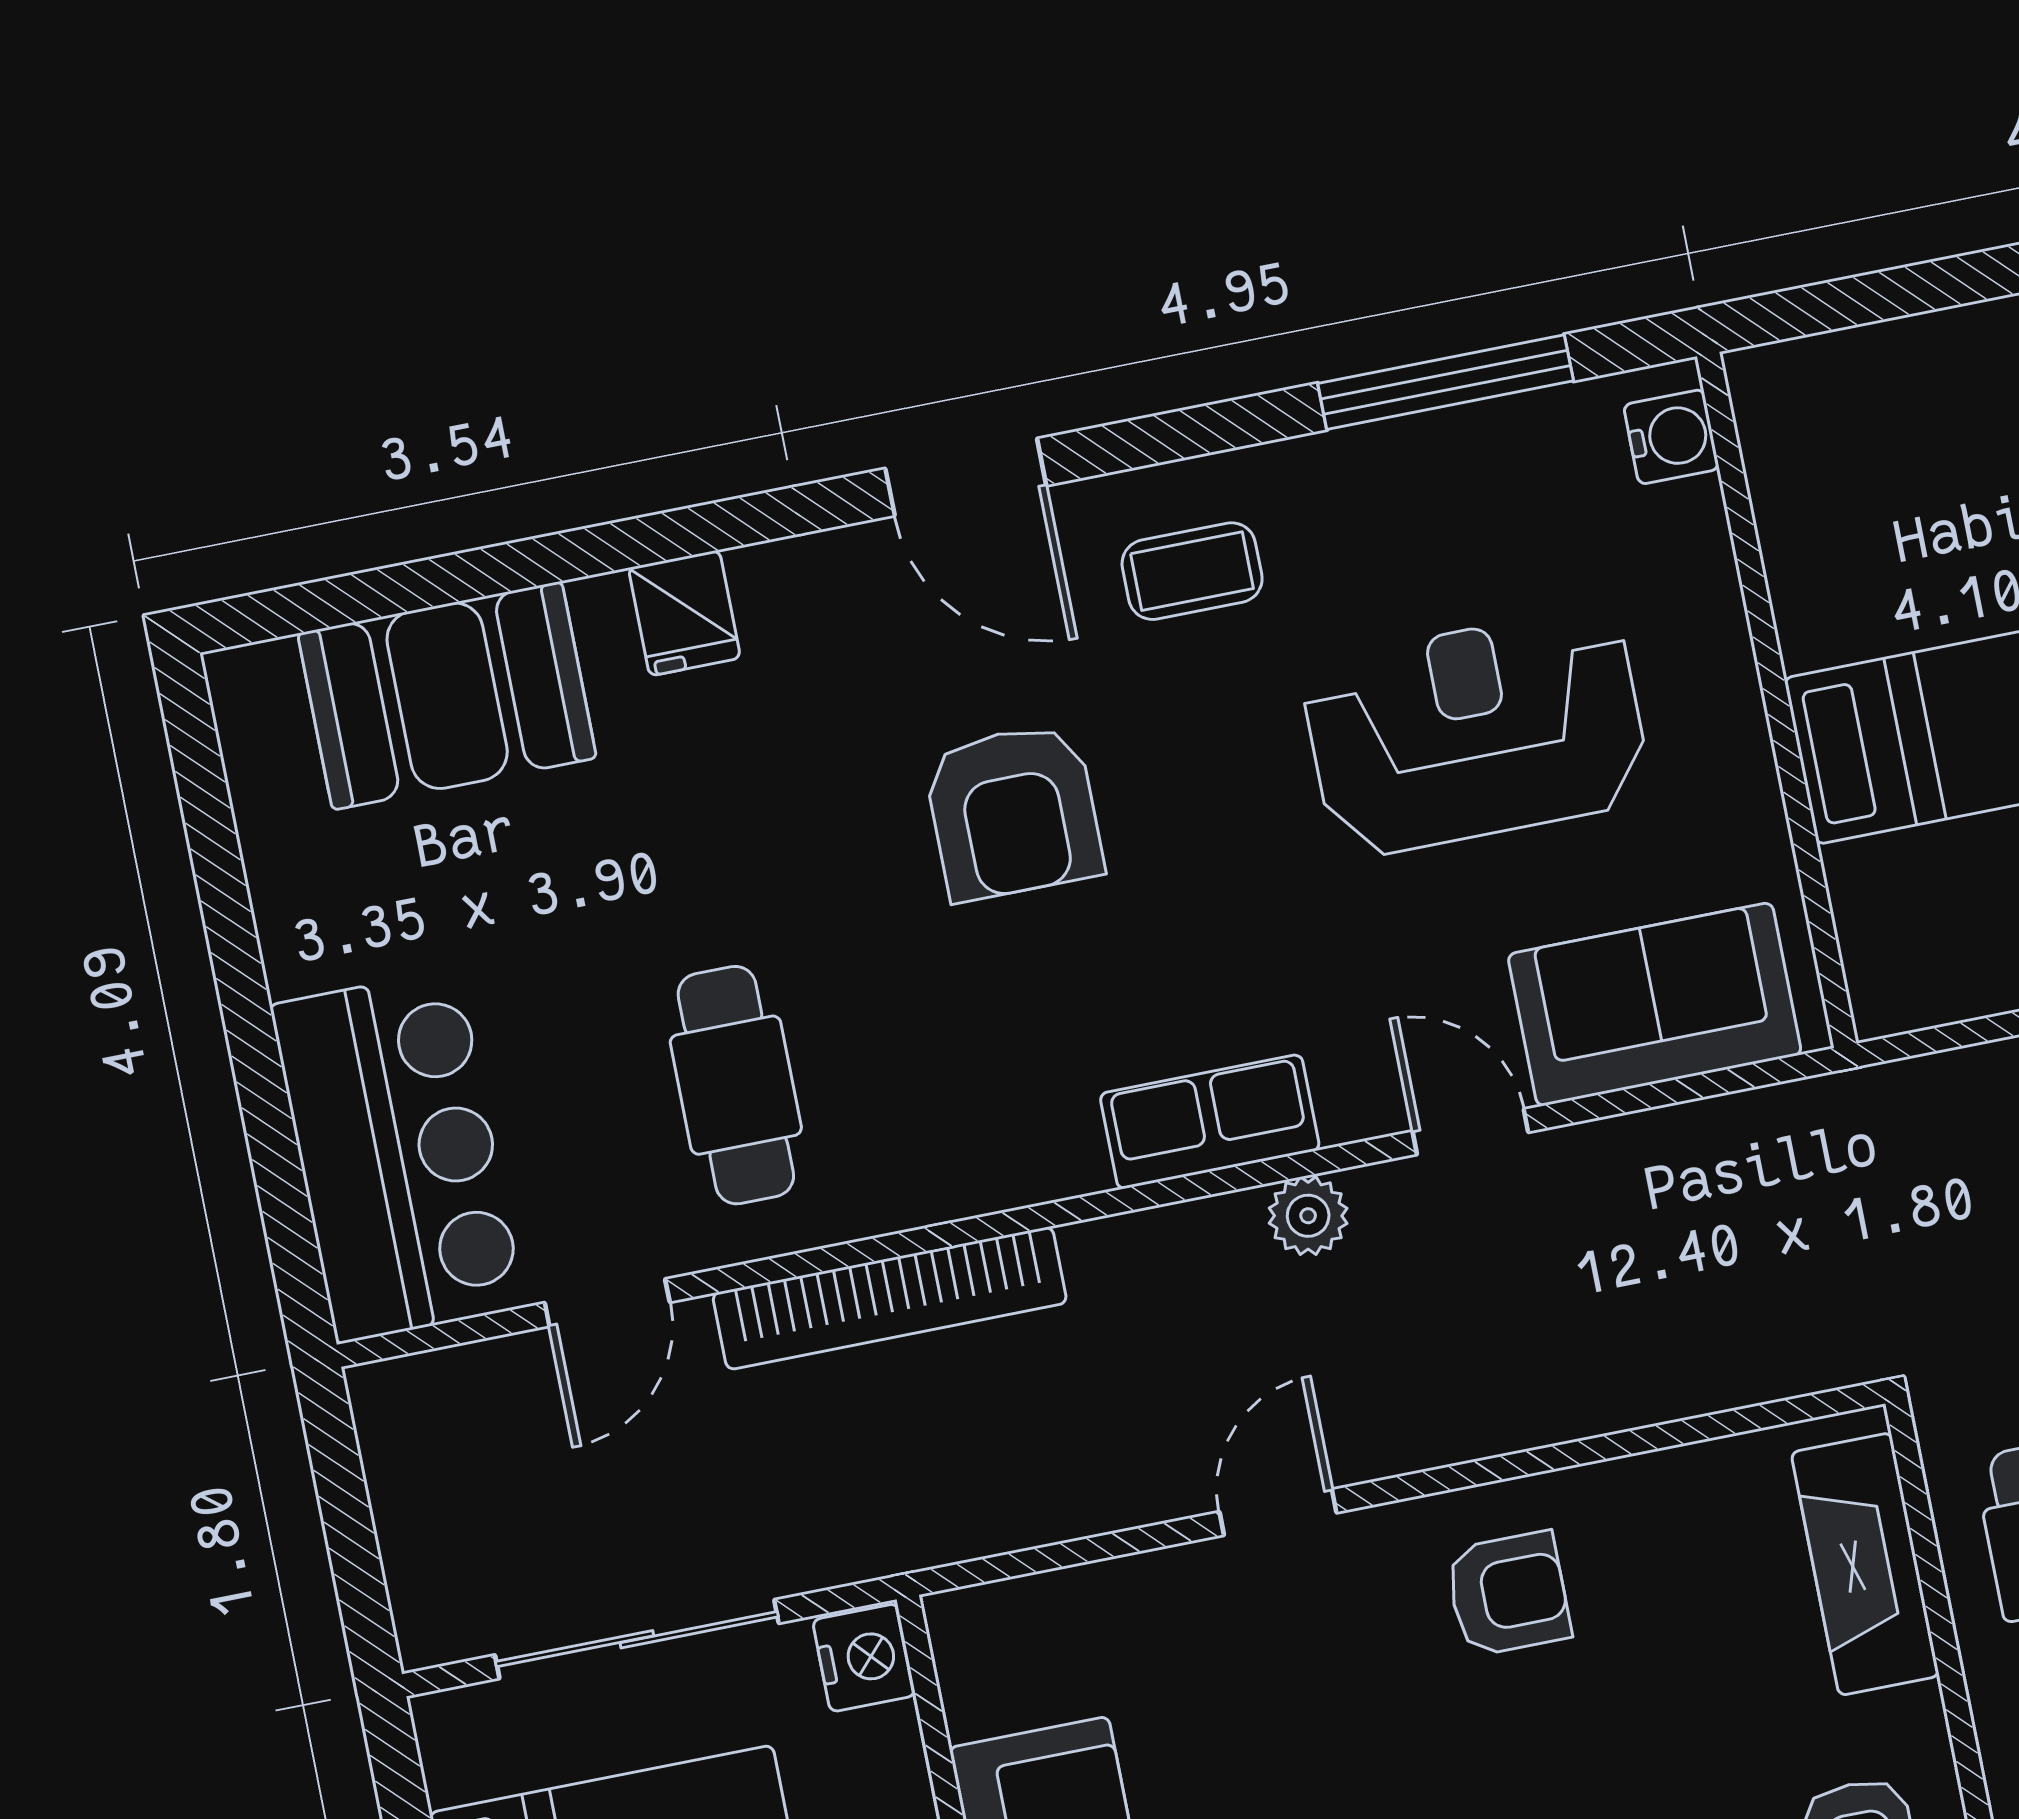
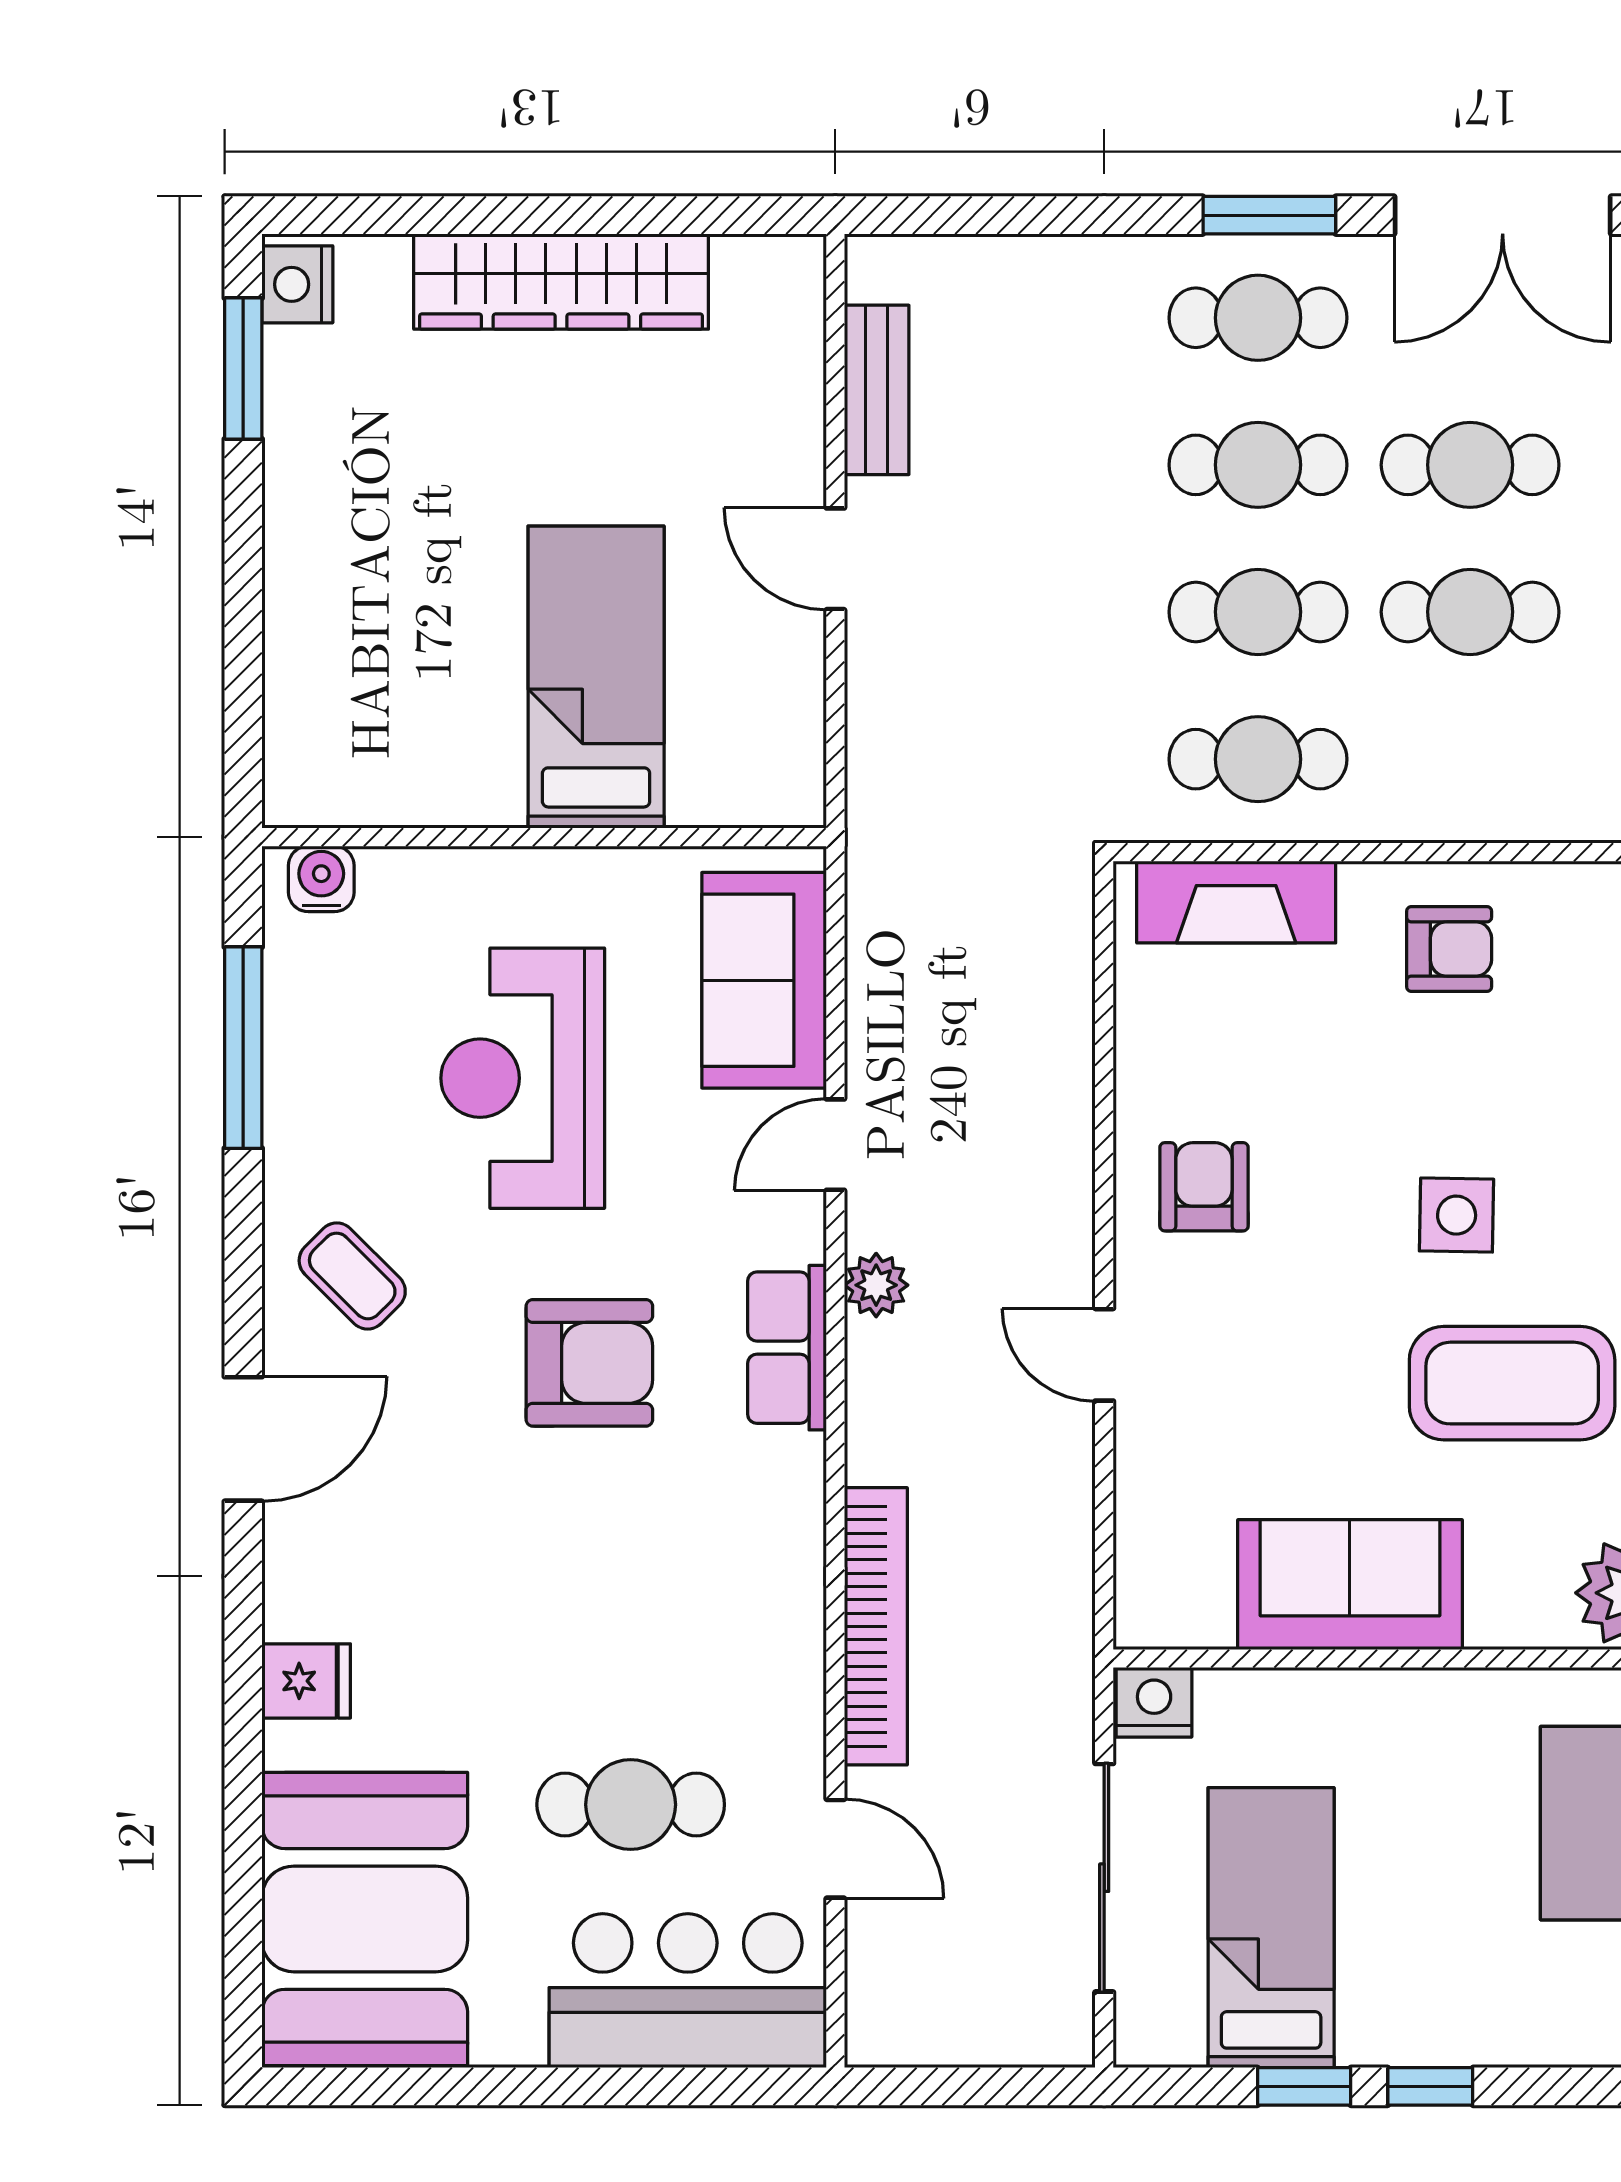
coffee table: (1192, 571) -> (352, 1276), turned -45
booth: (447, 696) -> (365, 1919), width x1.36, depth x1.42
armchair: (1013, 812) -> (589, 1363), moved
cafe table: (736, 1085) -> (631, 1805), moved

